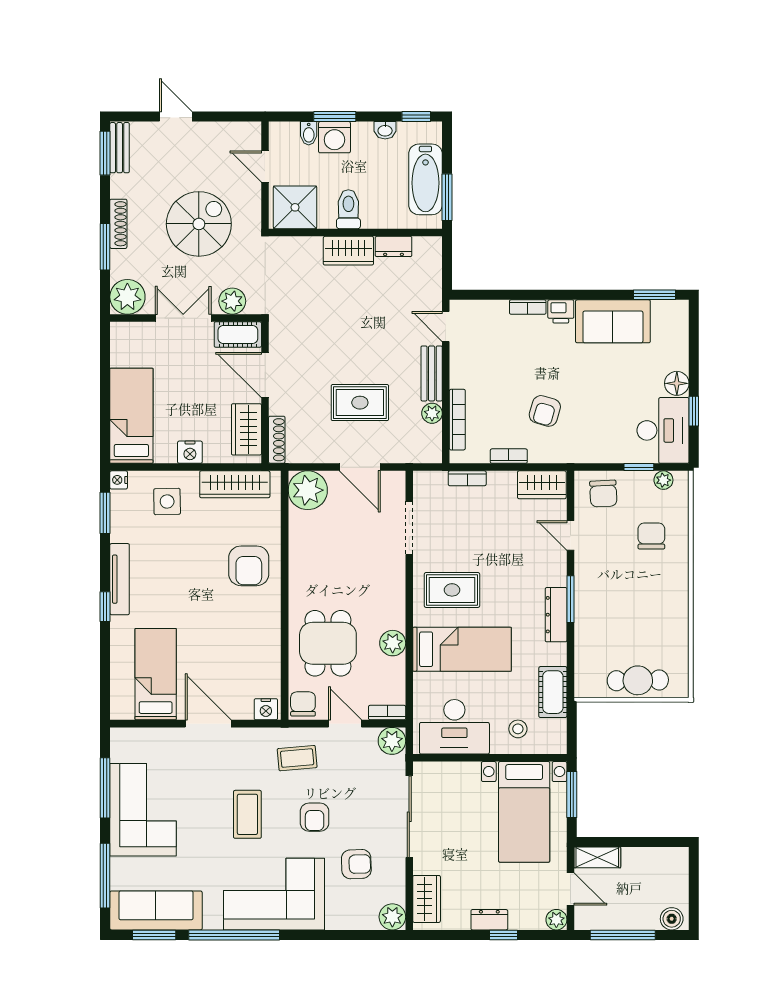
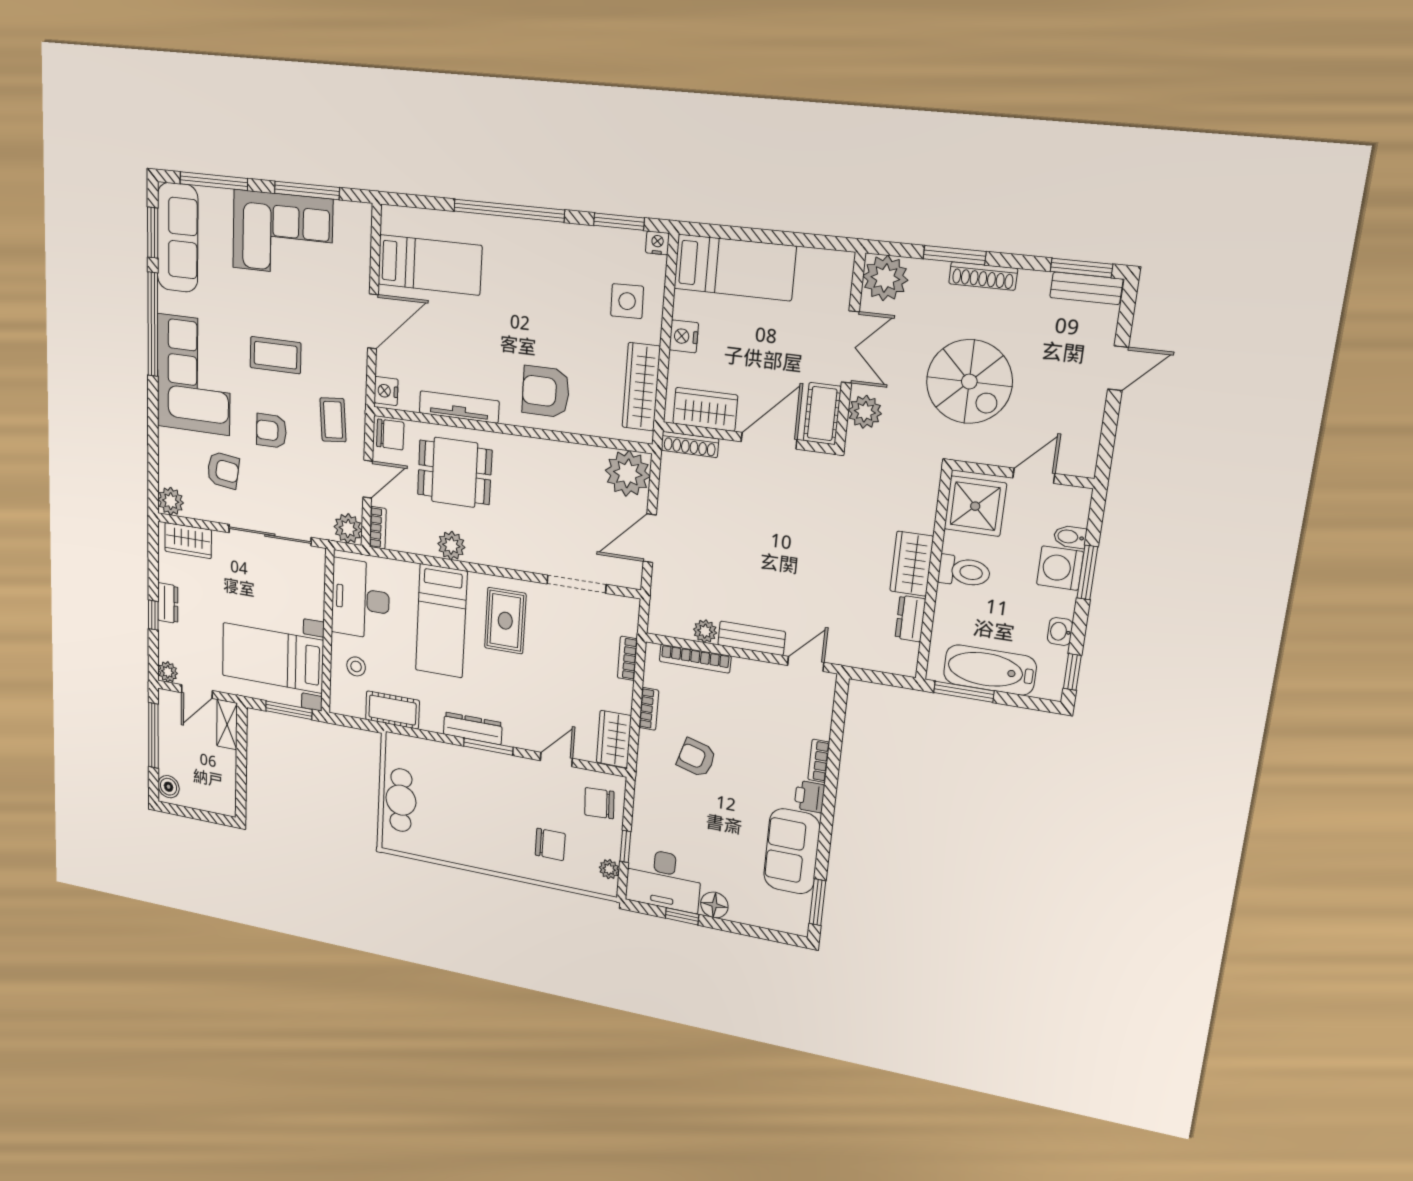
rug: (360, 403) -> (725, 550), removed
tv unit: (120, 579) -> (459, 407), moved, turned 180
window: (105, 607) -> (509, 211), width x3.17
armchair: (356, 864) -> (223, 470), turned -81

